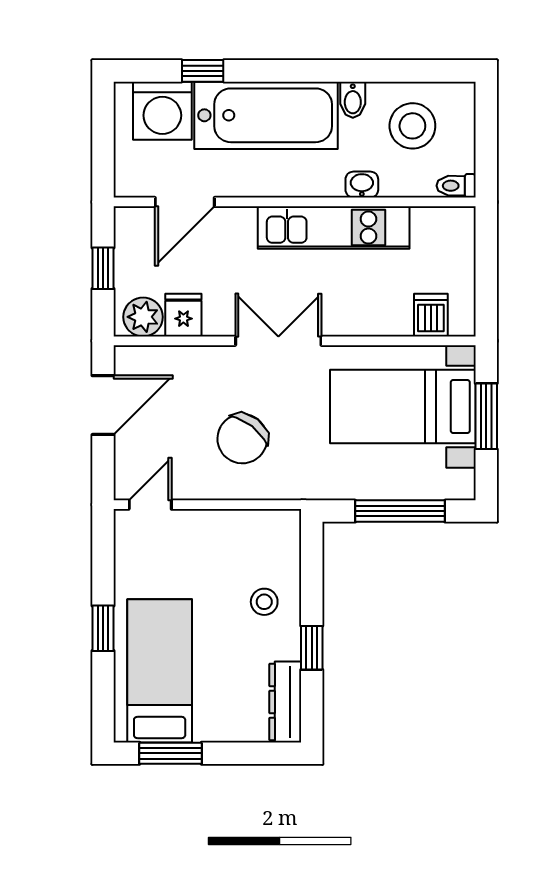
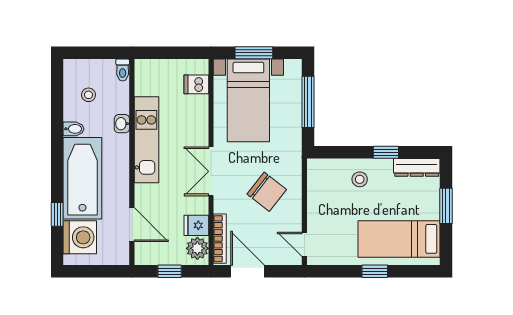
stool: (412, 126) -> (89, 95), width x0.53, depth x0.53
bookcase: (160, 356) -> (220, 239), added
window: (171, 753) -> (446, 206), moved

